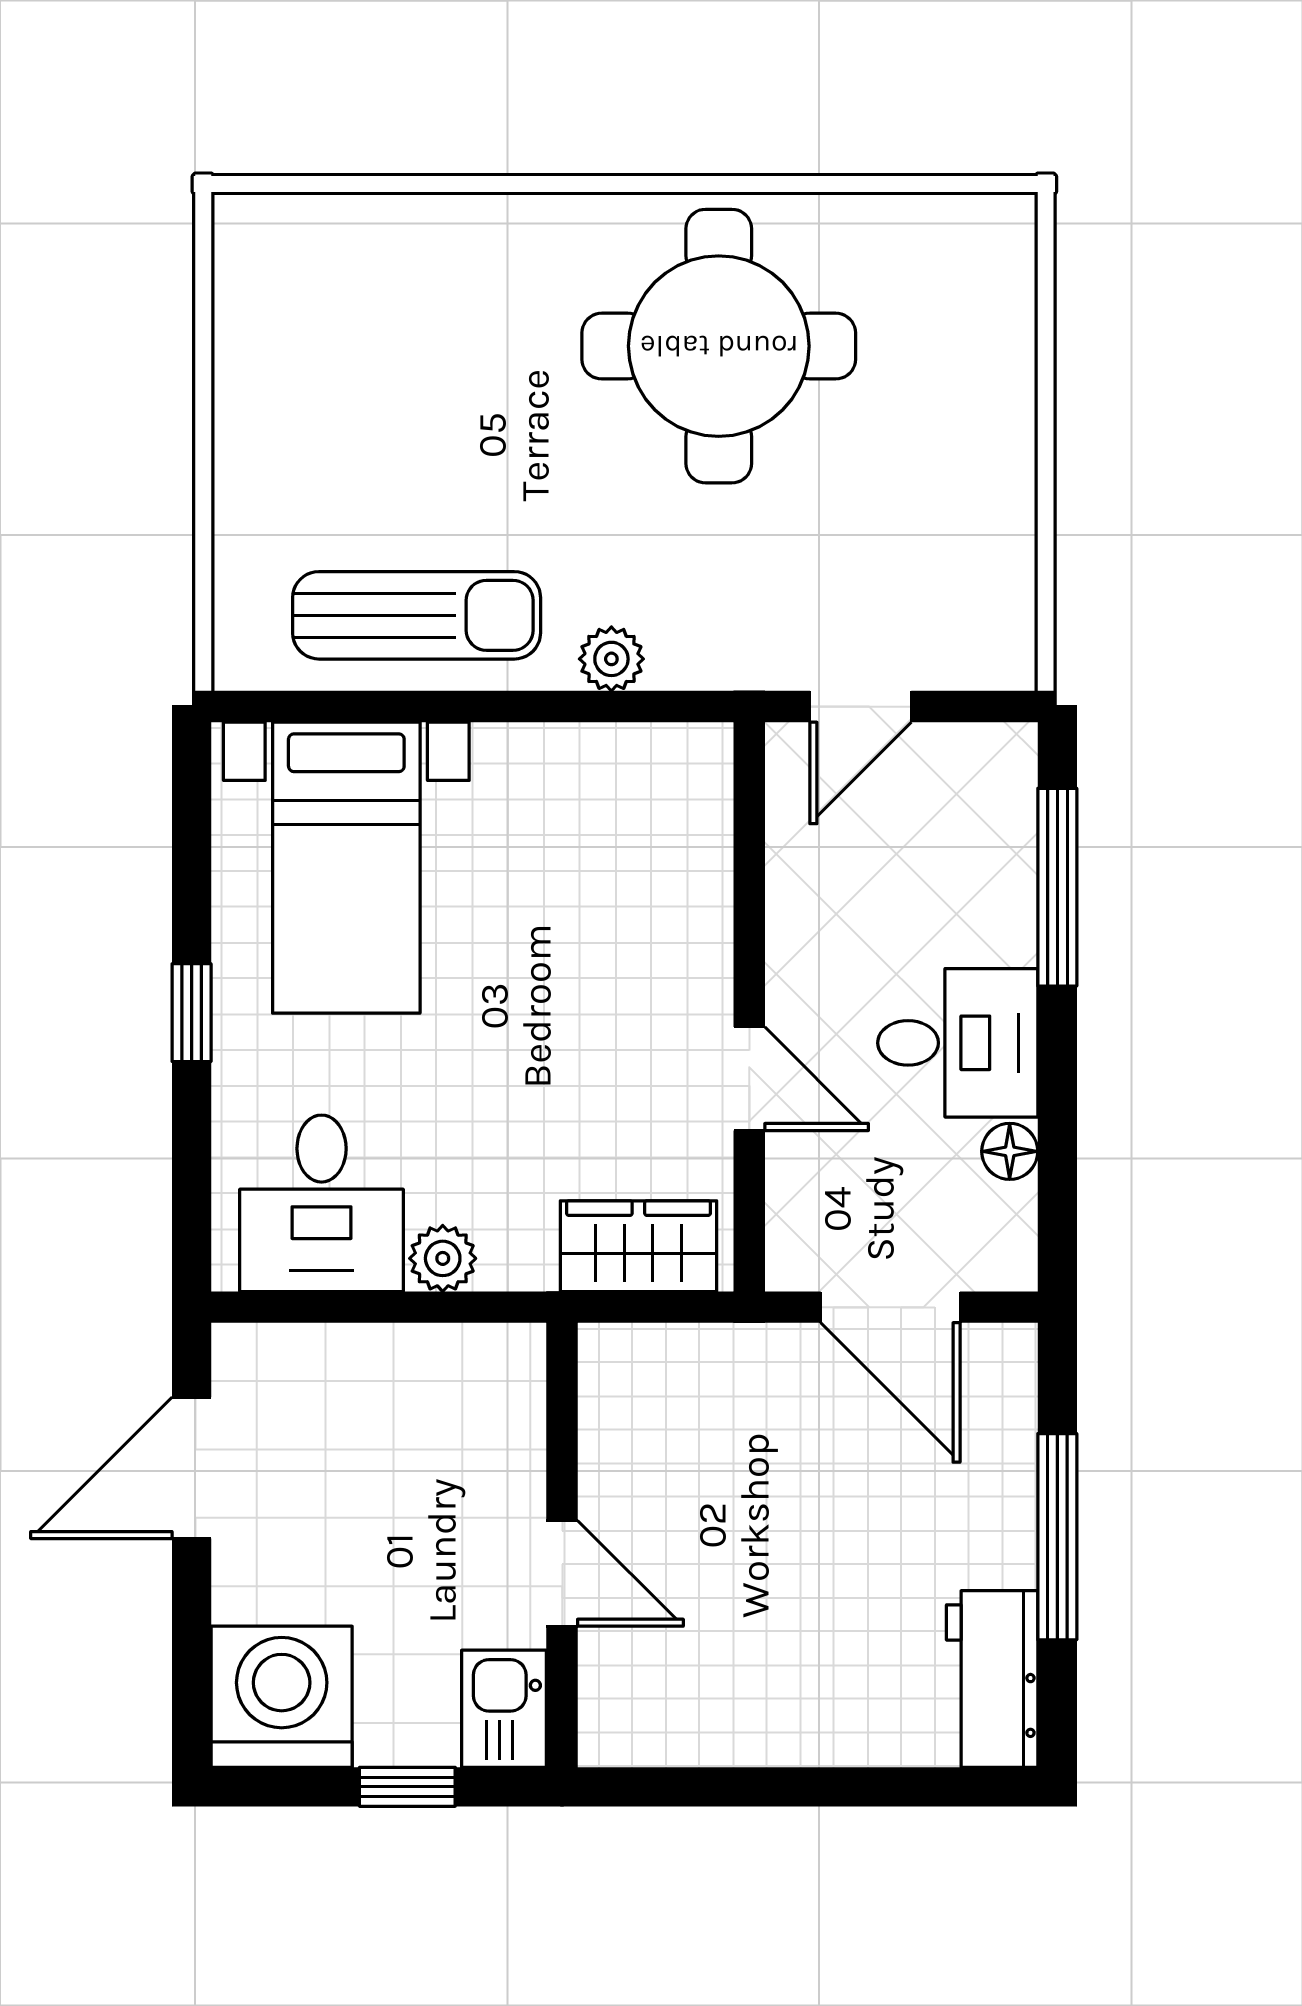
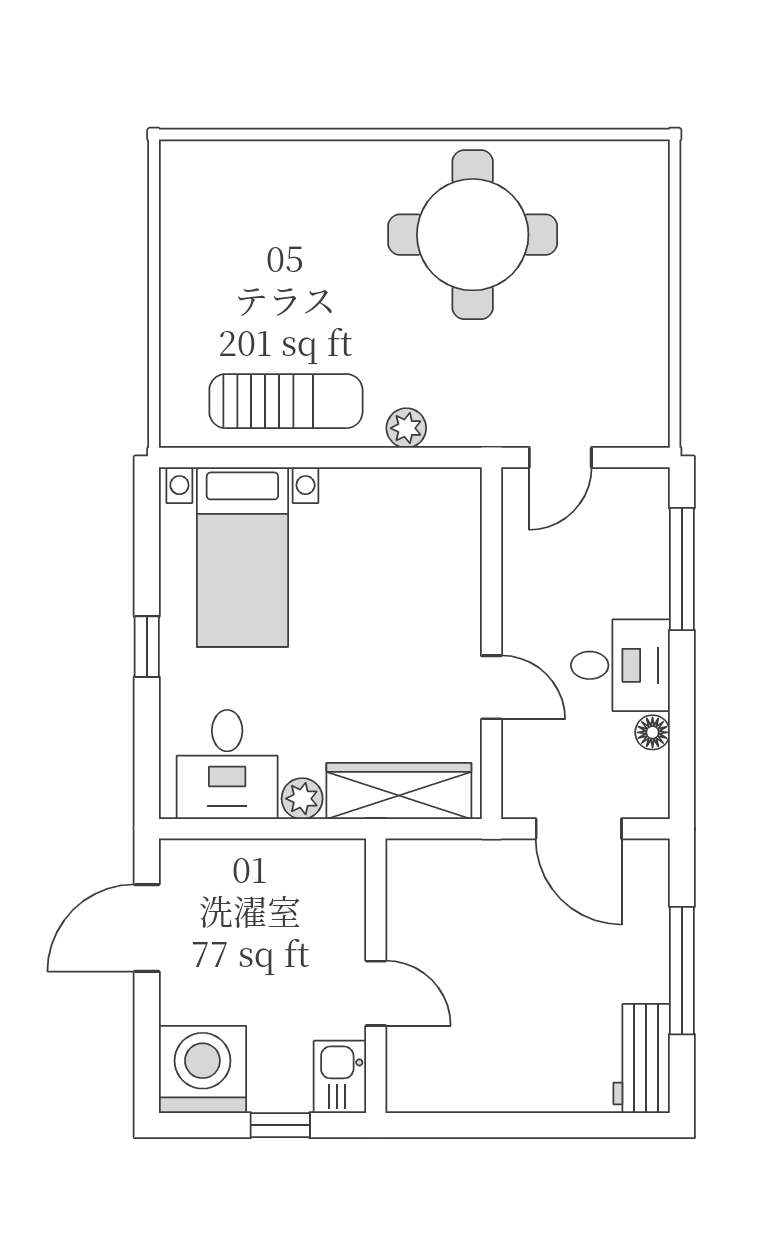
wardrobe: (638, 1246) -> (399, 791), width x1.50

